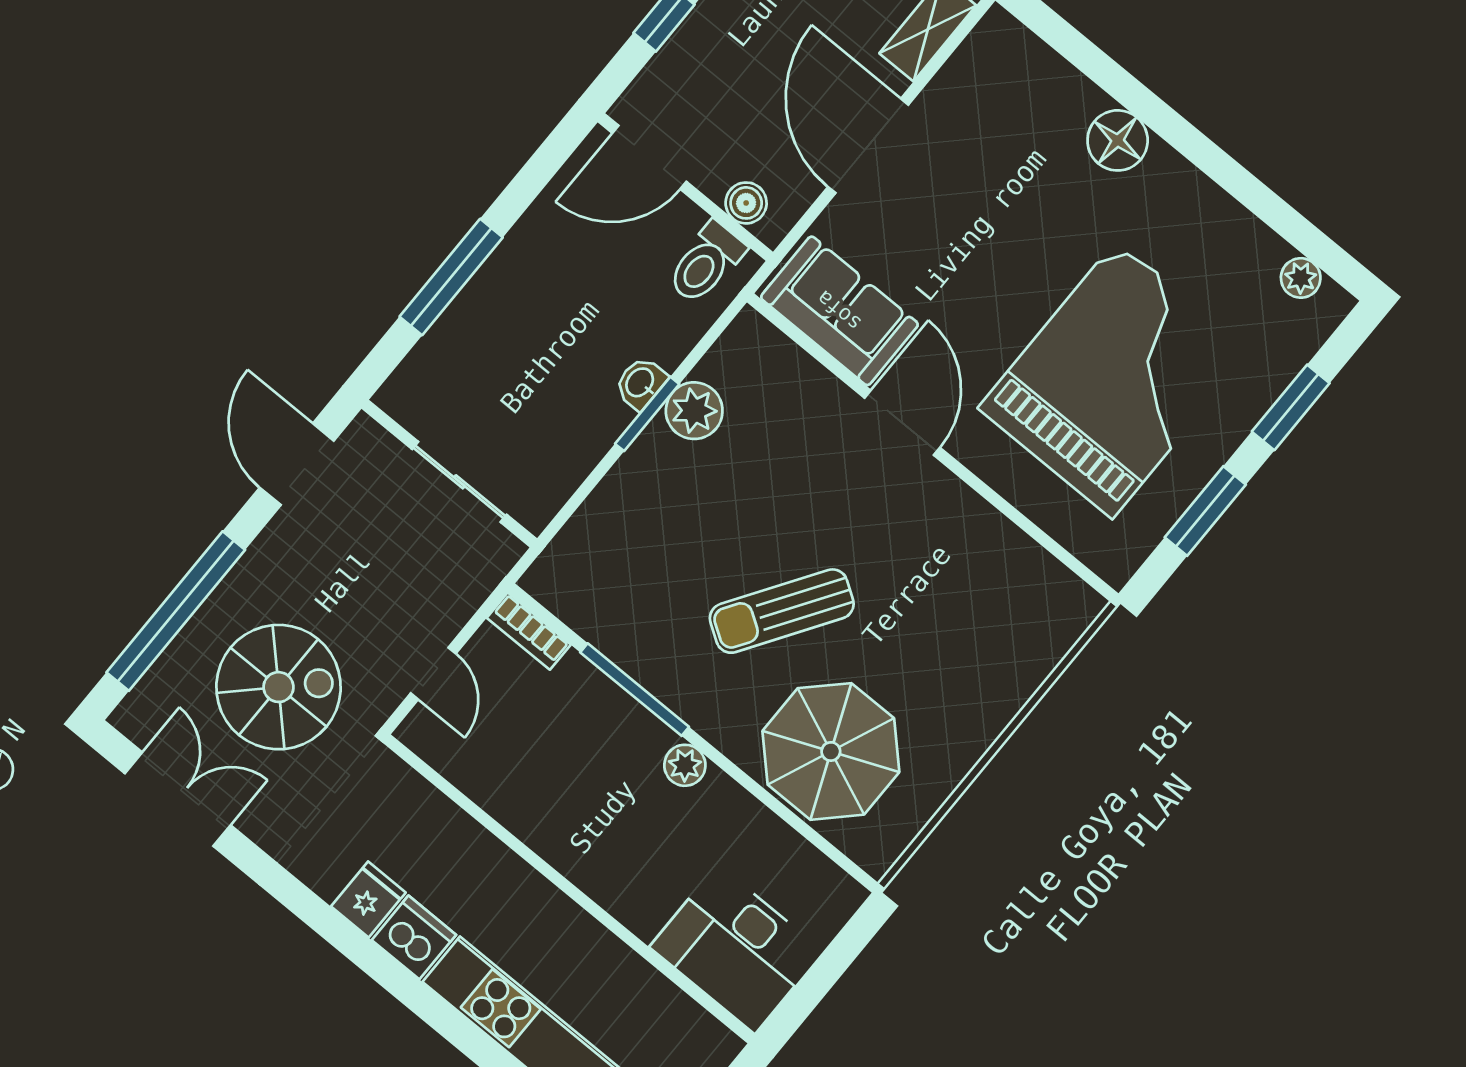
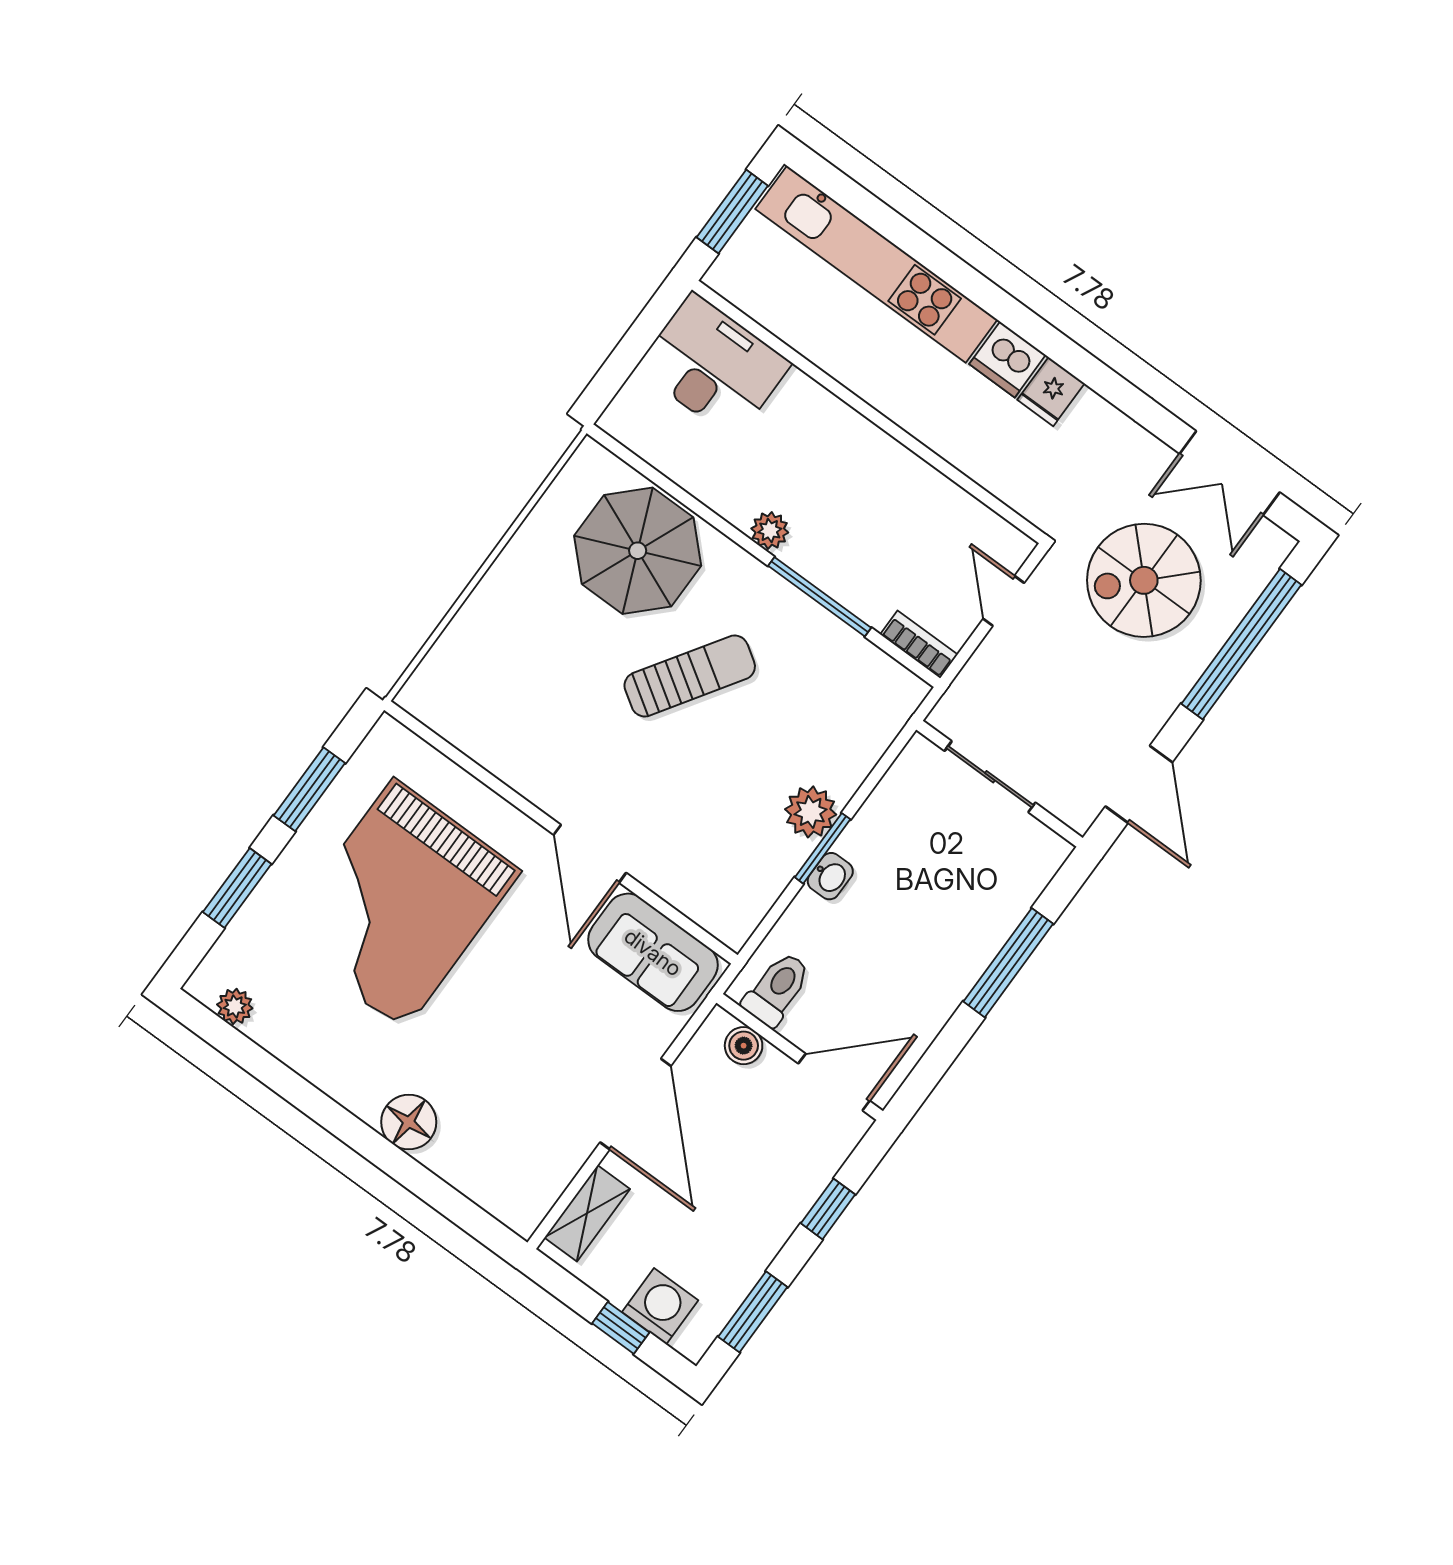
plant: (694, 411) -> (811, 812), moved

